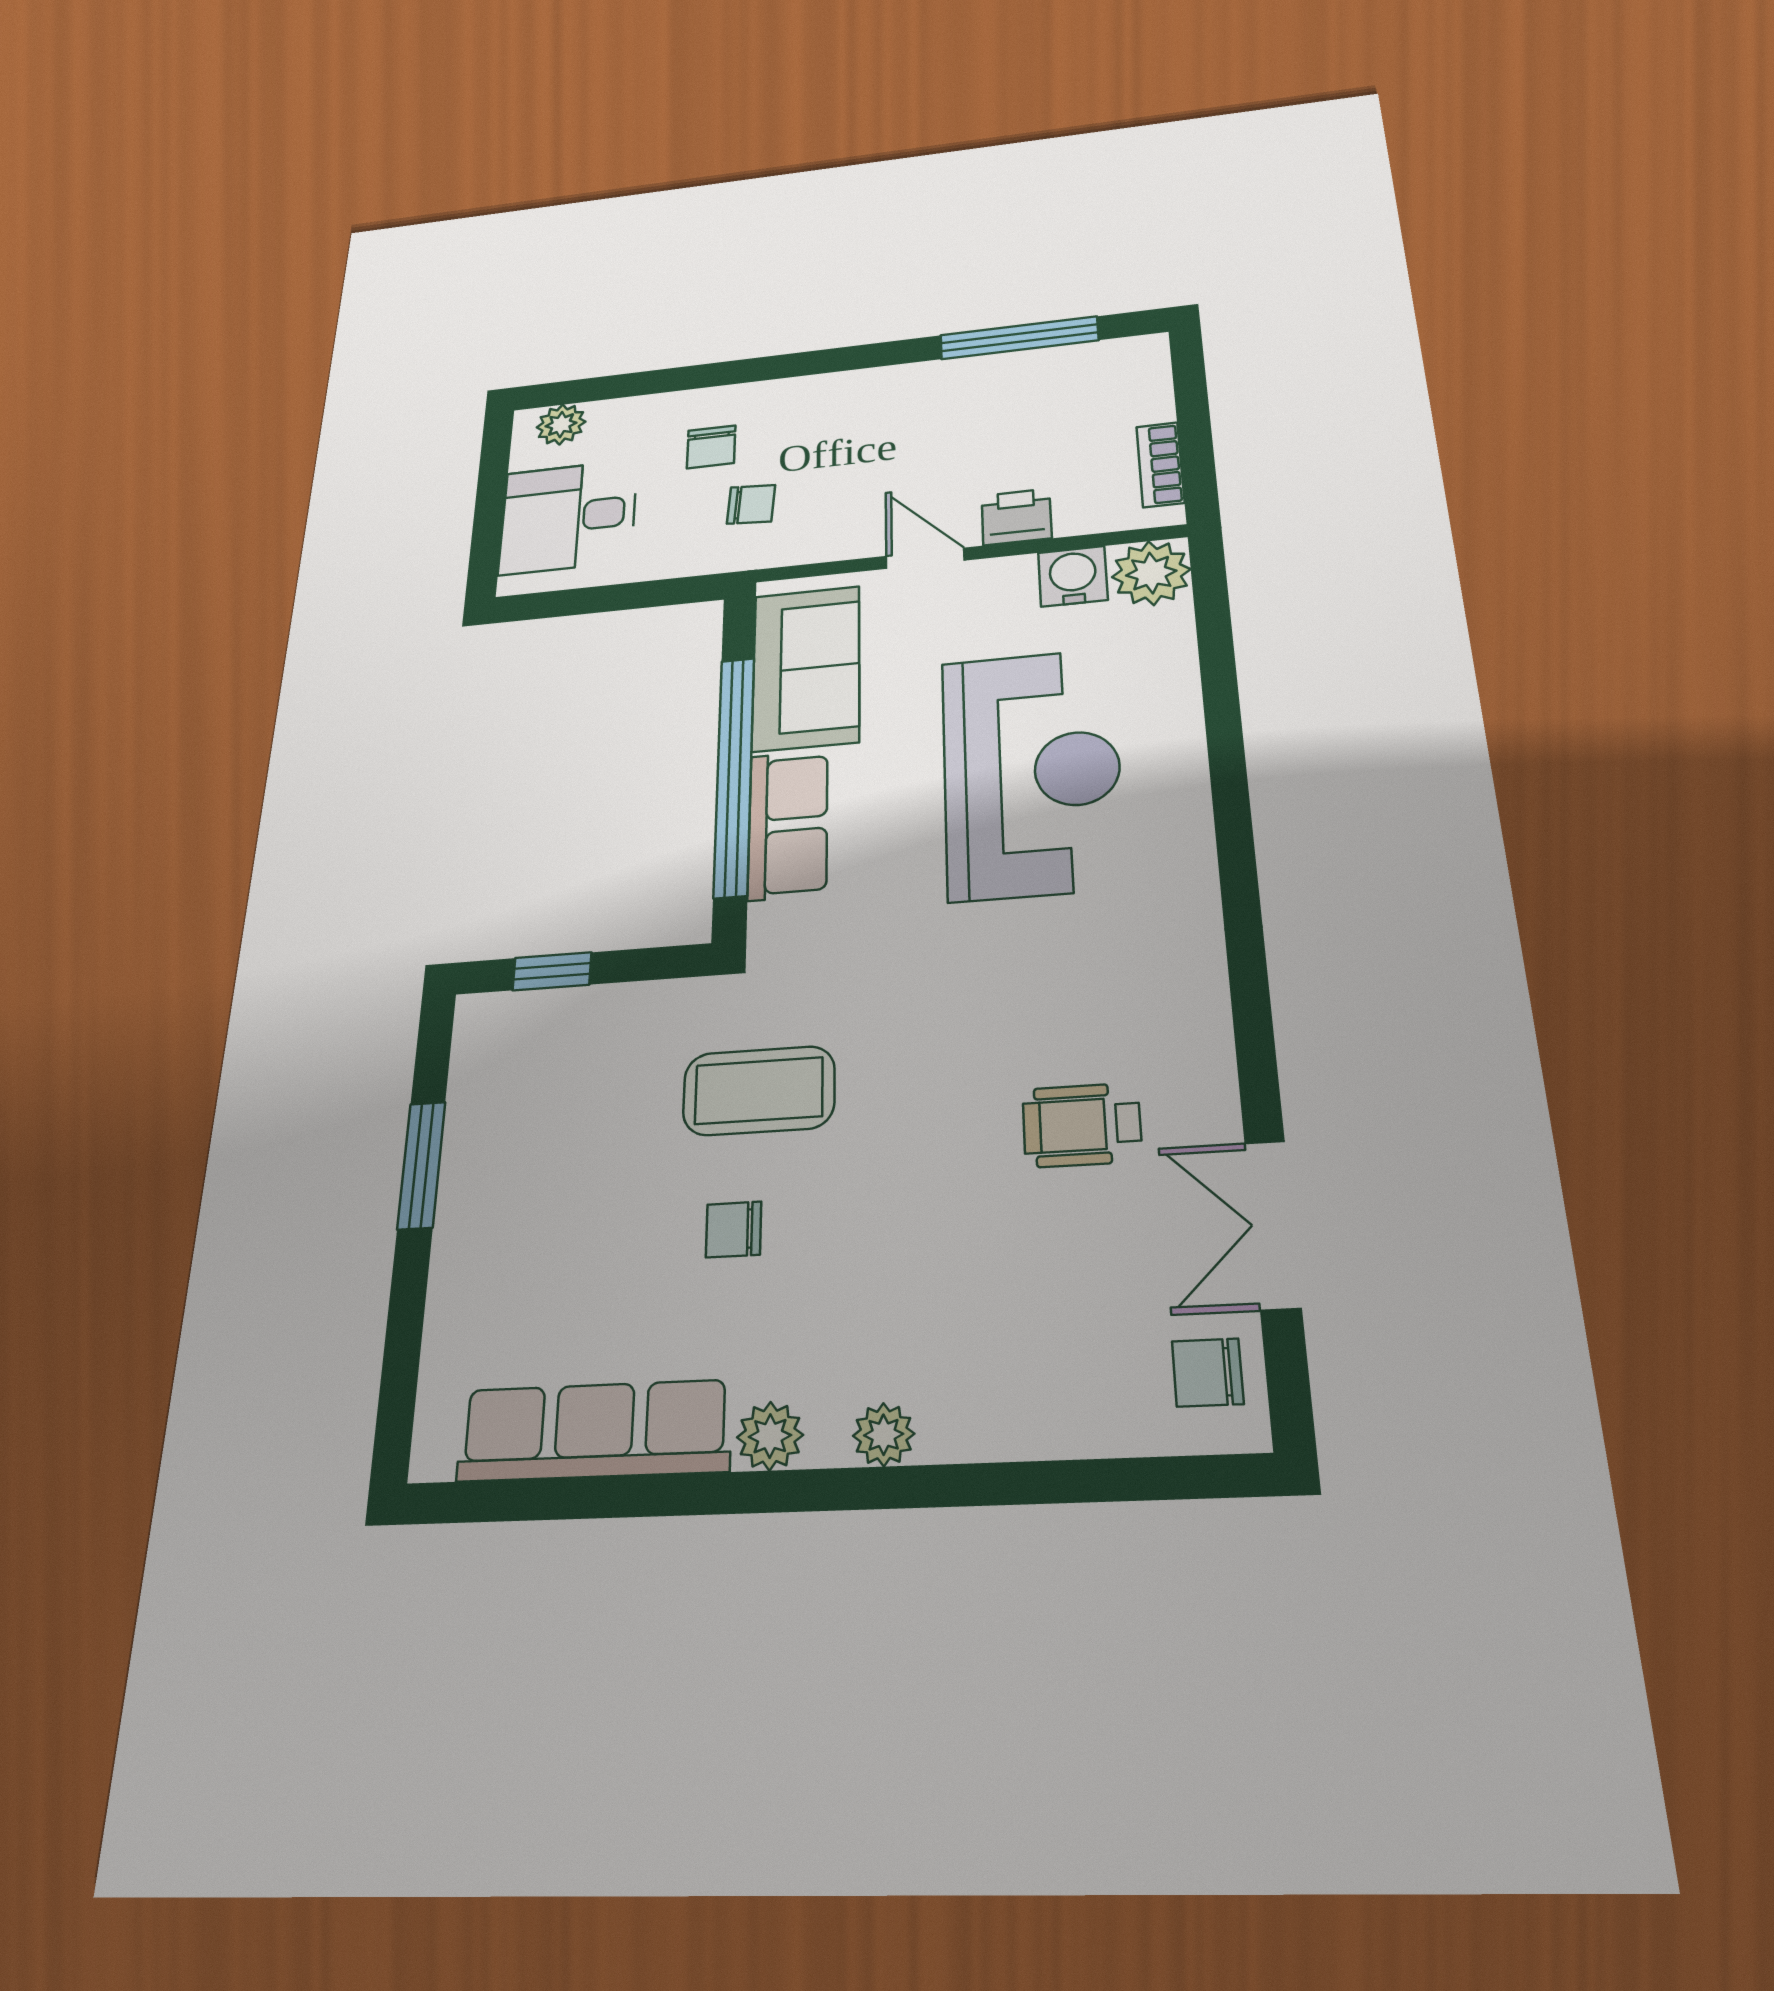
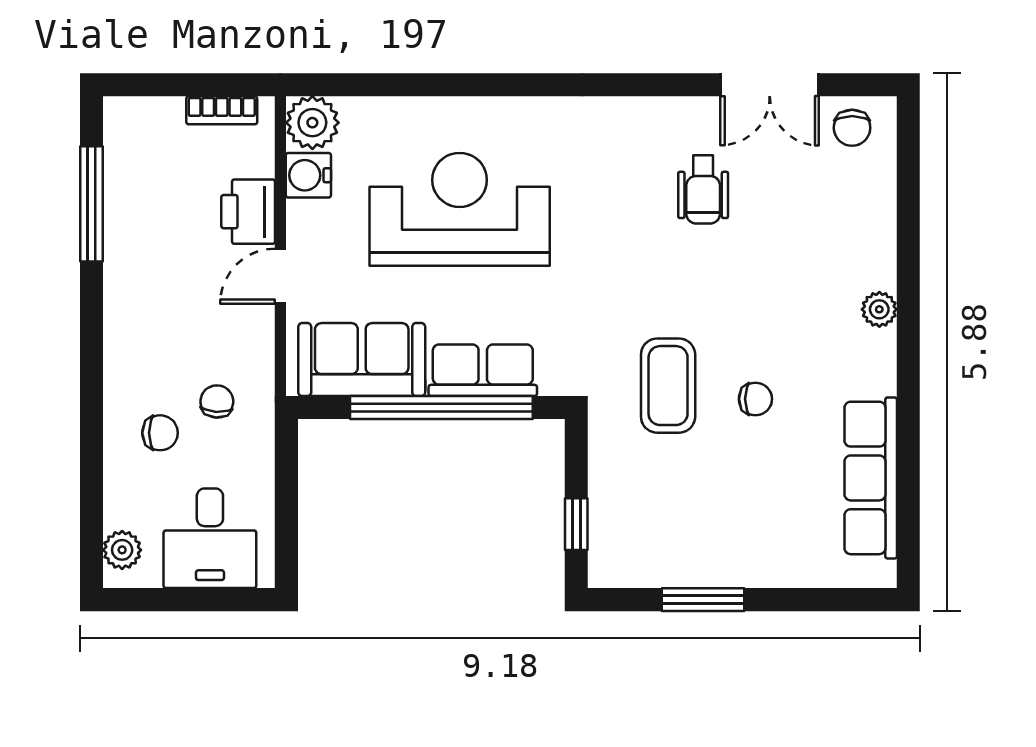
printer: (1016, 517) -> (248, 212), width x1.36, depth x1.24
chair: (734, 1229) -> (755, 399), turned -90
plant: (770, 1436) -> (878, 374), removed

